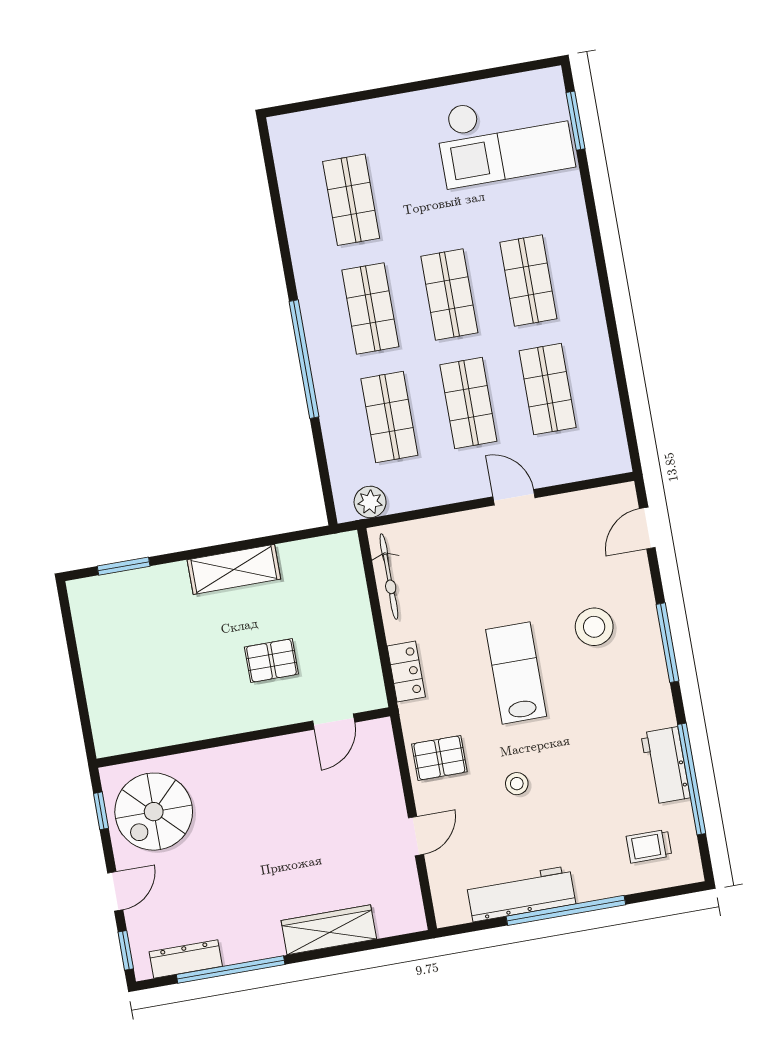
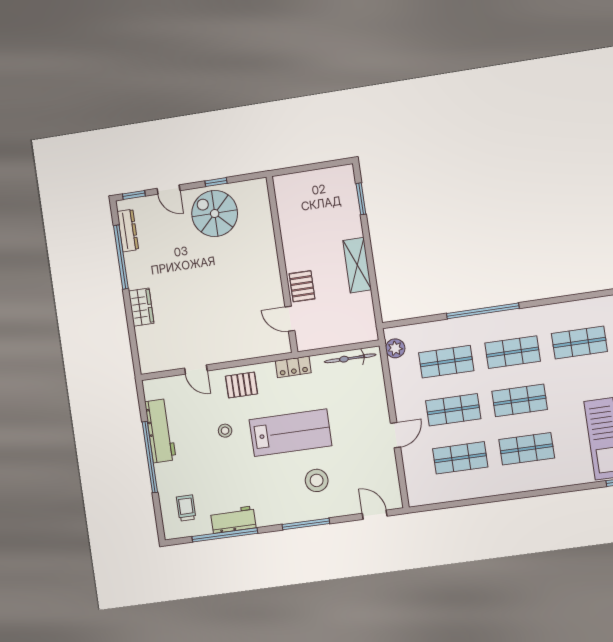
lab bench: (516, 673) -> (290, 433), width x1.36, depth x1.39
door: (334, 722) -> (290, 319), moved
wall: (243, 738) -> (282, 264), moved
pallet: (439, 758) -> (241, 385), turned 90
wardrobe: (329, 930) -> (141, 307), width x0.67

